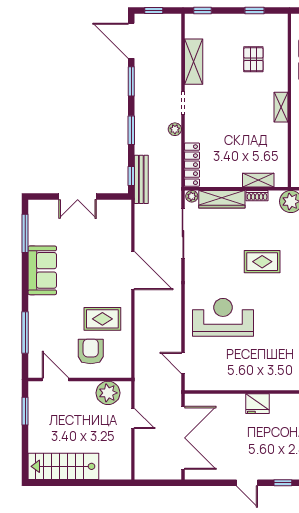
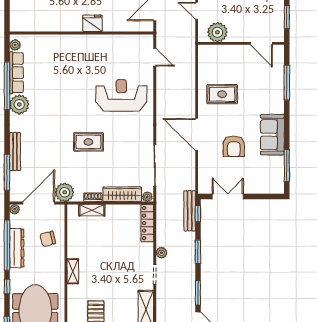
double door: (78, 197) -> (228, 196), moved
reception desk: (223, 317) -> (121, 95), turned 180
armchair: (91, 352) -> (234, 146), moved

